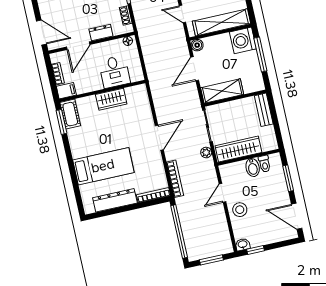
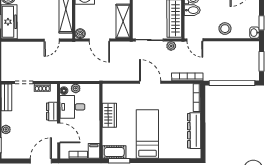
plant: (133, 54) -> (76, 88), added
desk: (114, 72) -> (72, 107), moved, turned 180
bed: (103, 166) -> (147, 134), moved
door: (222, 193) -> (195, 40), moved

